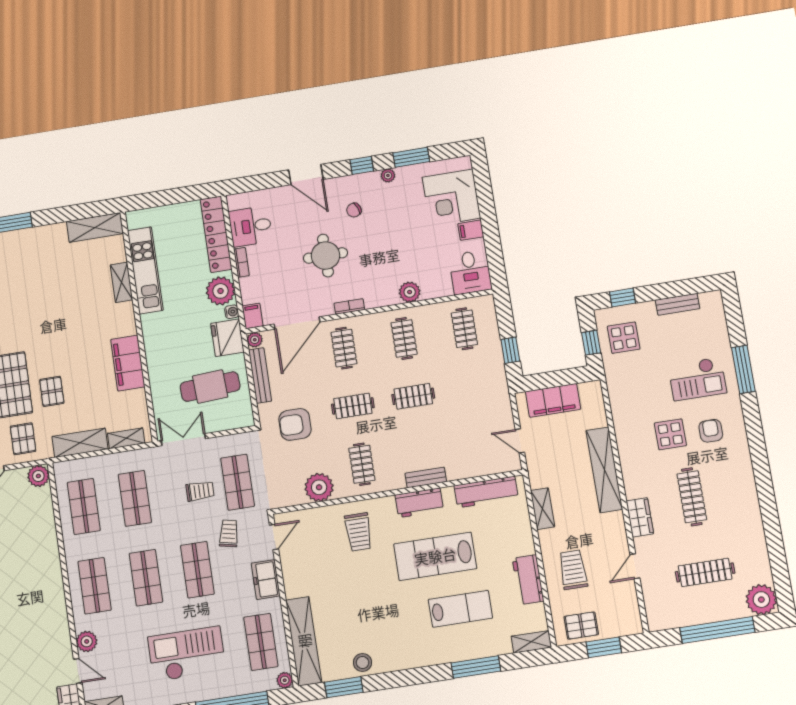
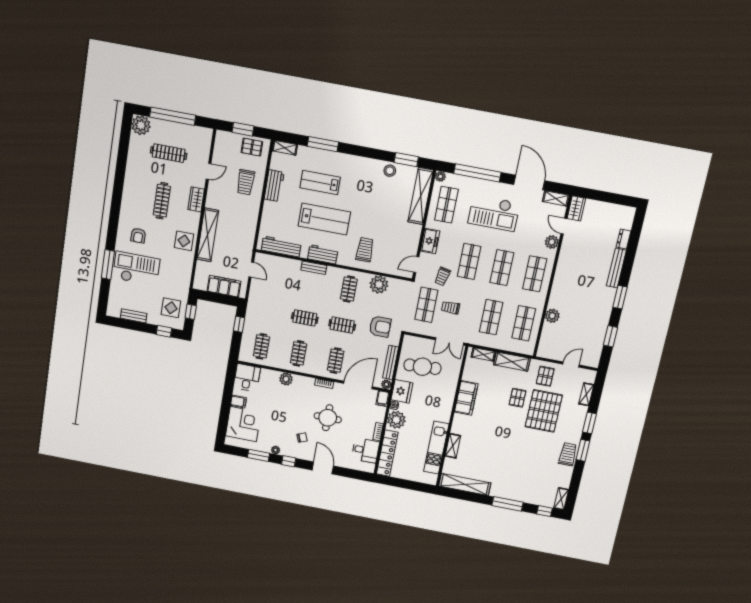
shelving: (95, 227) -> (465, 484), width x1.47
checkout: (697, 379) -> (136, 269), width x1.36, depth x1.21
display table: (670, 434) -> (184, 241), moved
plant: (38, 476) -> (552, 316), moved
shelving: (543, 509) -> (251, 225), removed

